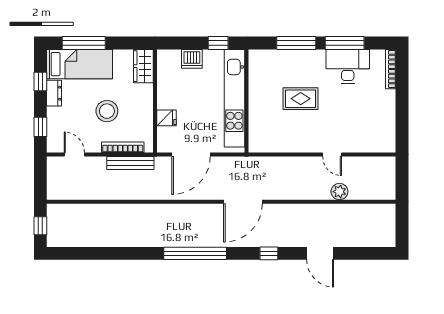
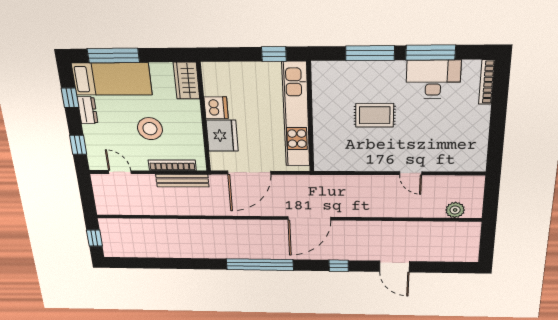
dishwasher: (192, 59) -> (216, 108), moved, turned -90
fridge: (167, 118) -> (222, 136), width x1.88, depth x1.34
plant: (339, 192) -> (455, 210), moved

